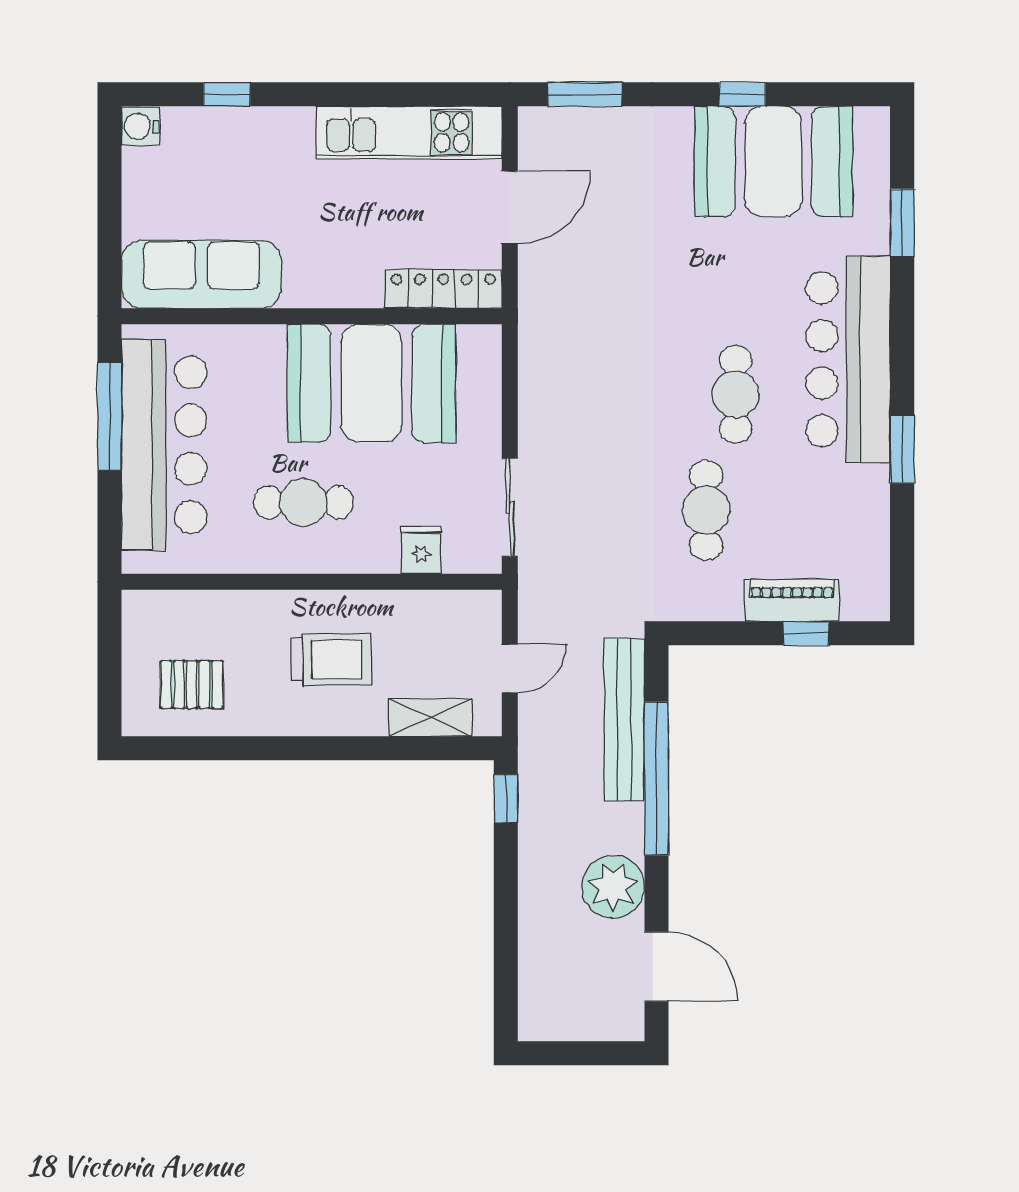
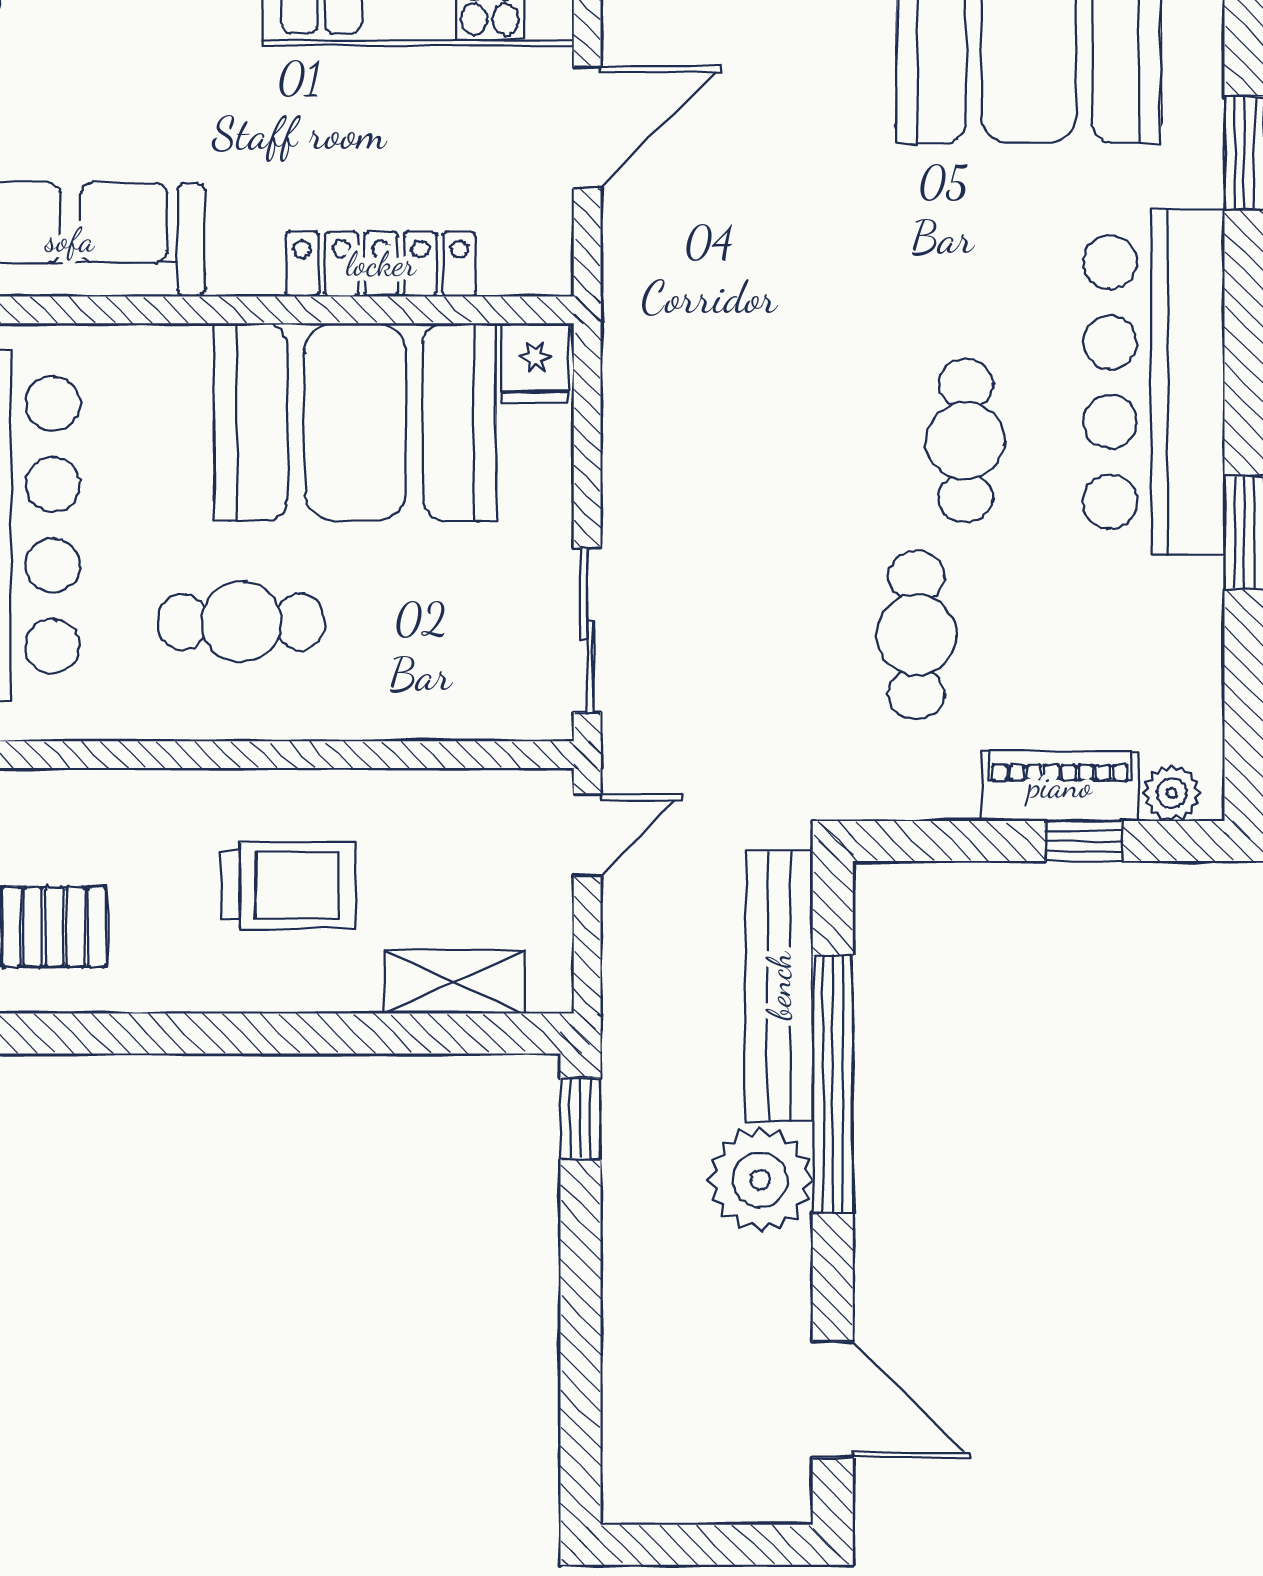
locker: (443, 289) -> (381, 264), moved
fridge: (421, 550) -> (535, 363), moved, turned 180
plant: (859, 605) -> (1172, 793), added
door: (510, 668) -> (587, 835), moved
plant: (613, 887) -> (760, 1180), moved

